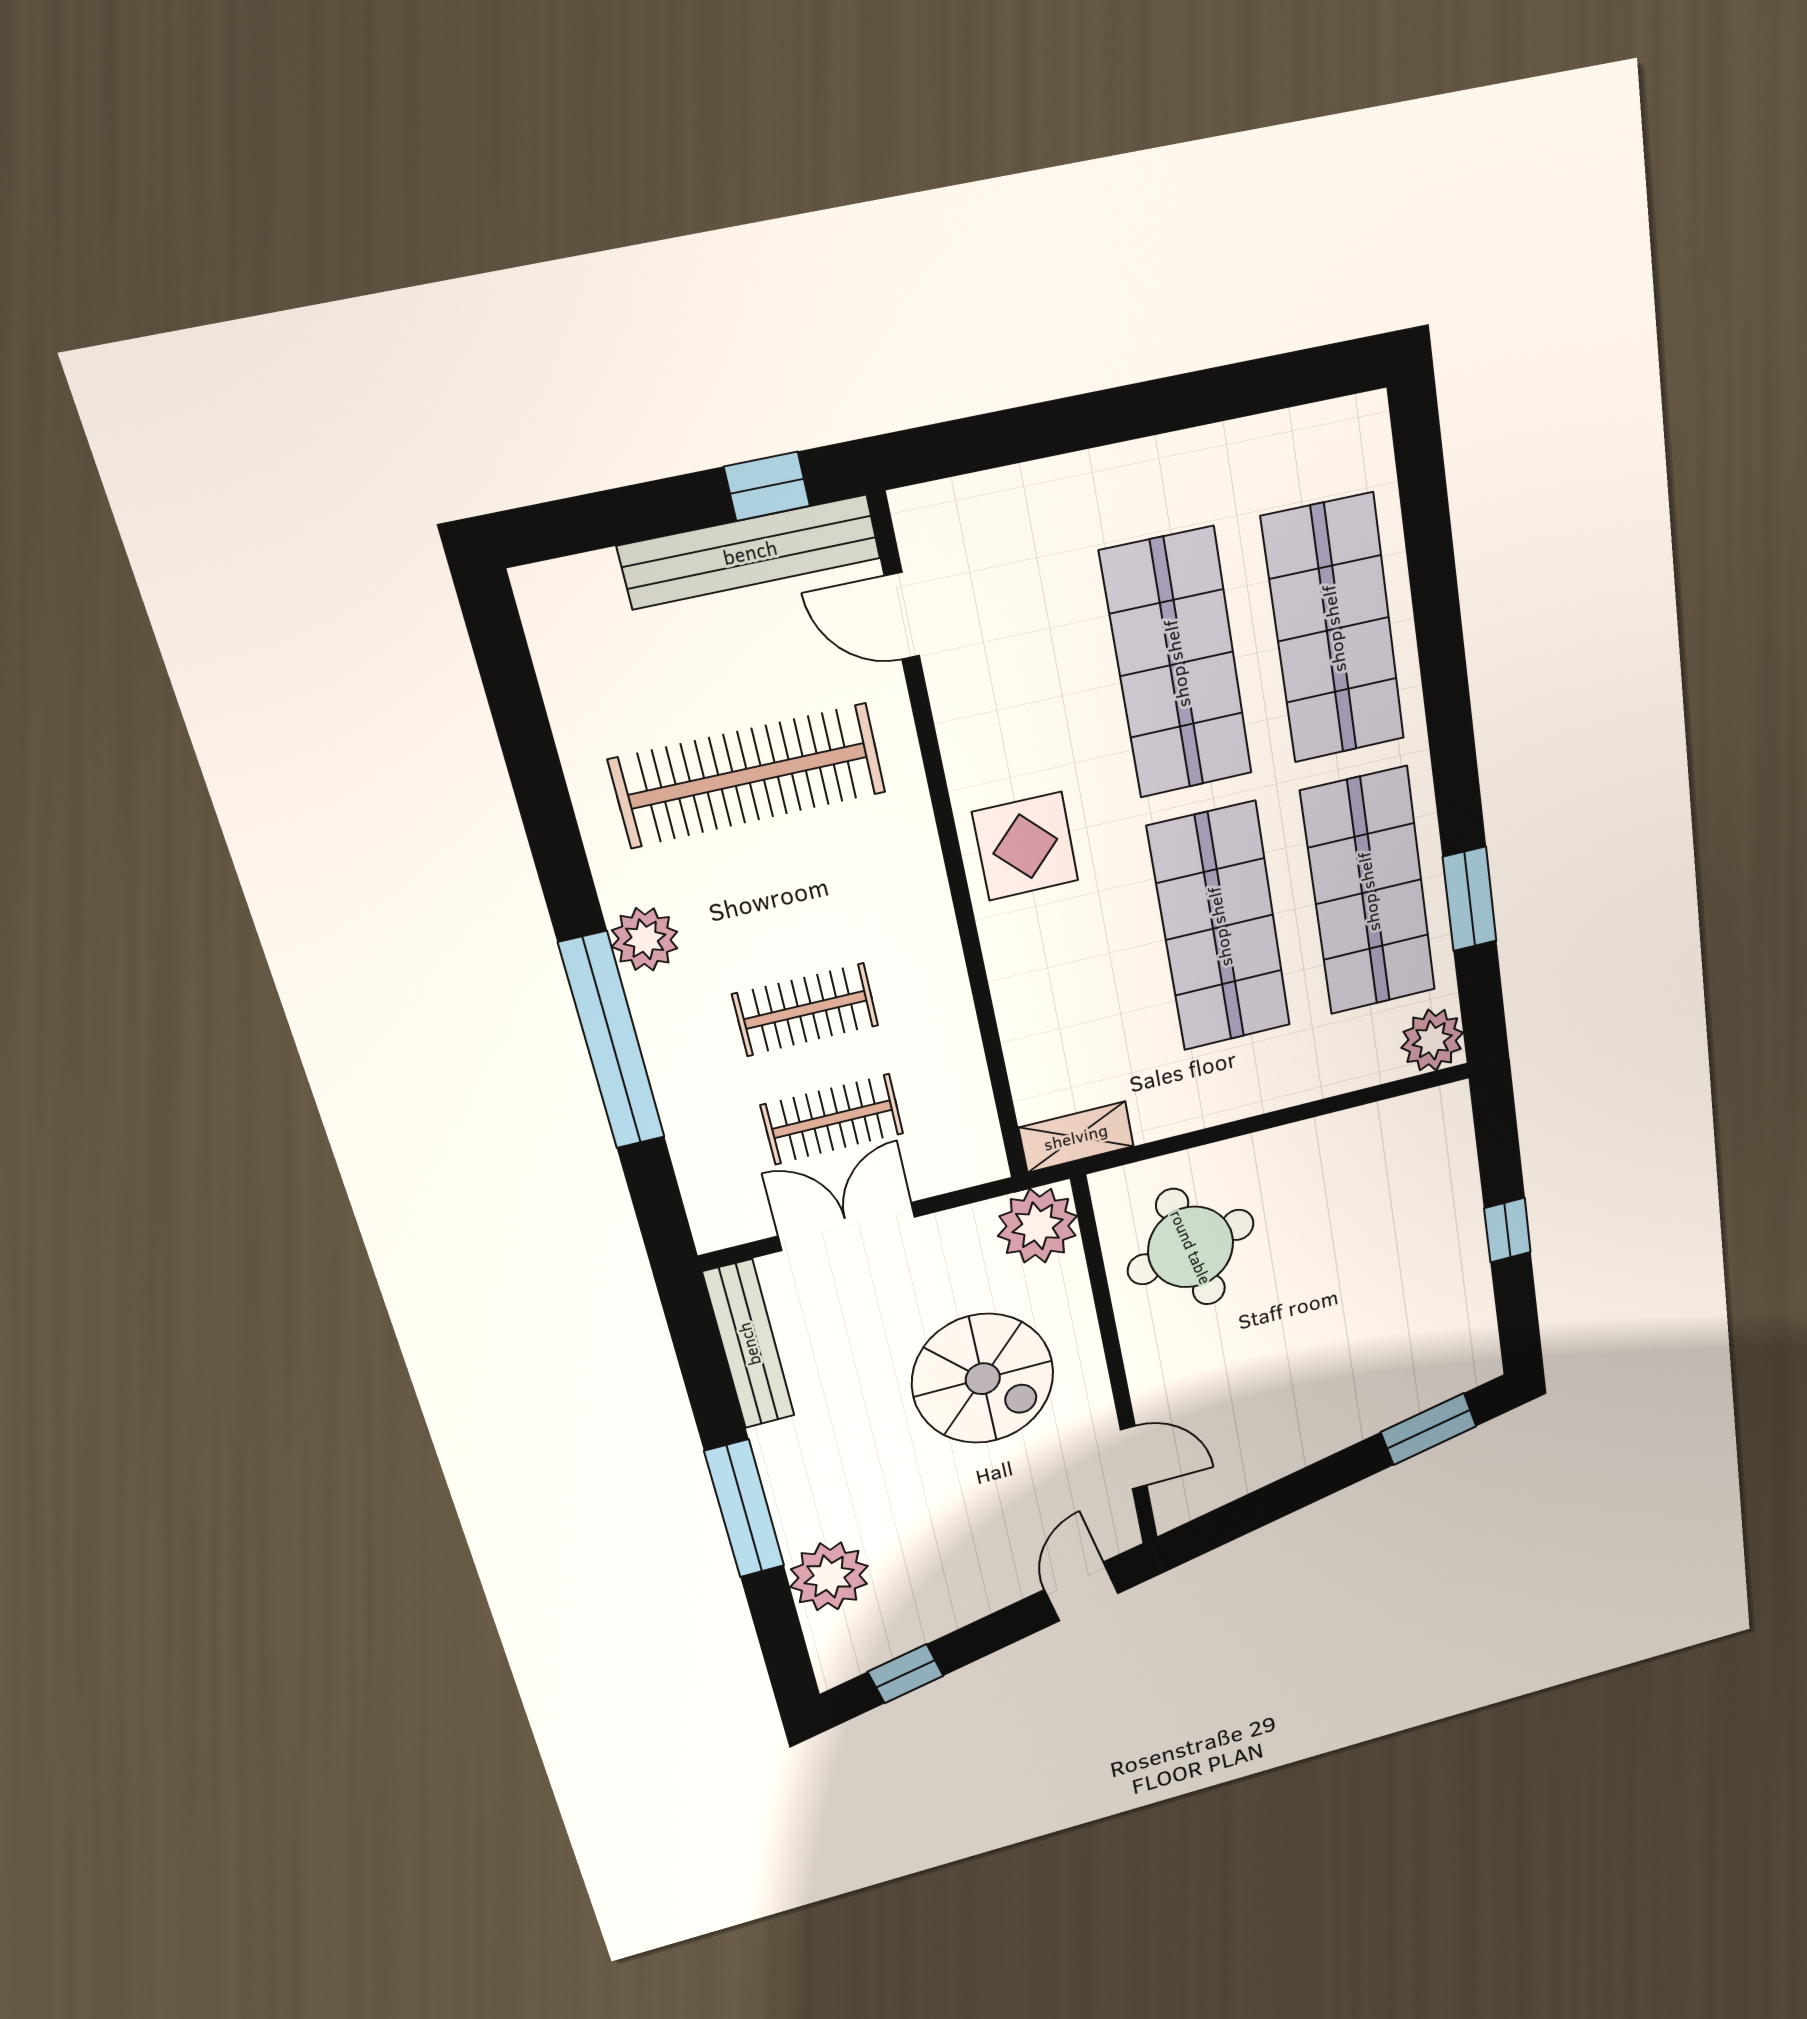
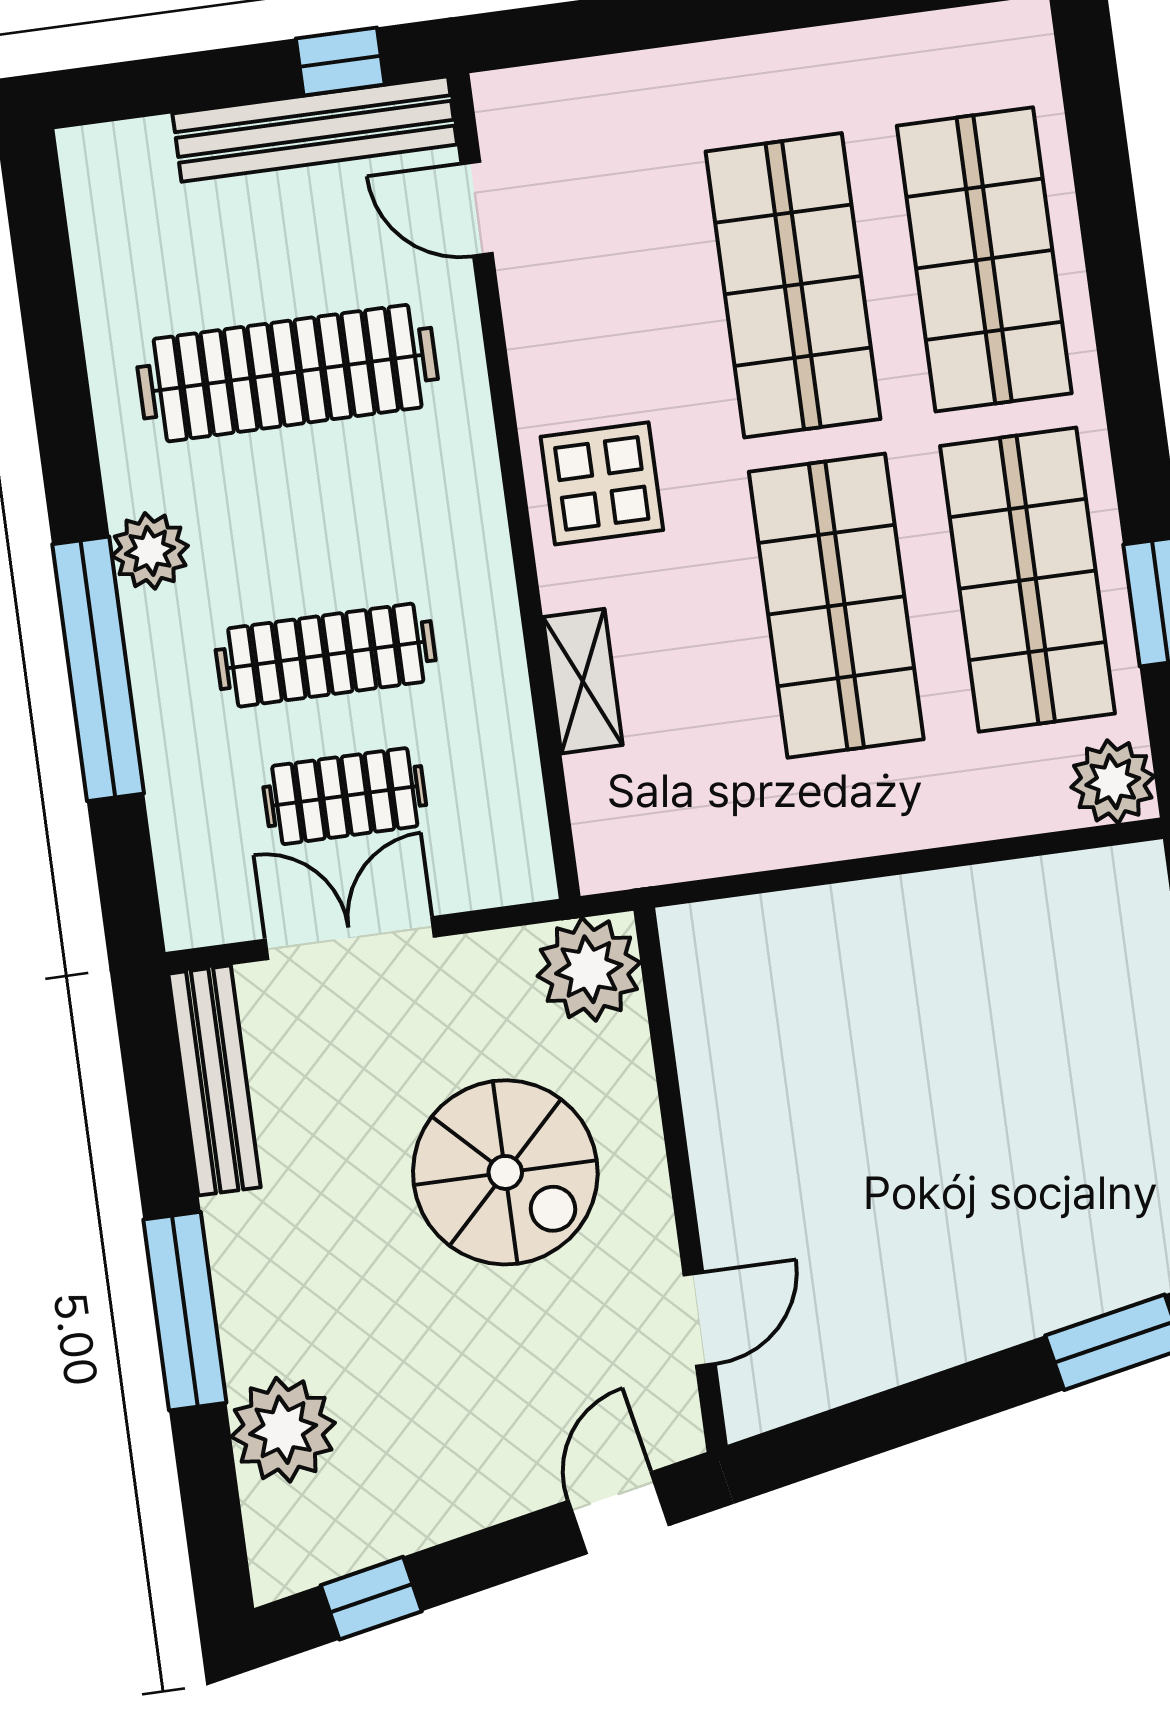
clothes rail: (805, 1010) -> (326, 655), width x1.36
shelving: (1076, 1137) -> (583, 681), moved, turned 90
round table: (1191, 1247) -> (787, 1025), removed
door: (1134, 1457) -> (700, 1319), hinge flipped

